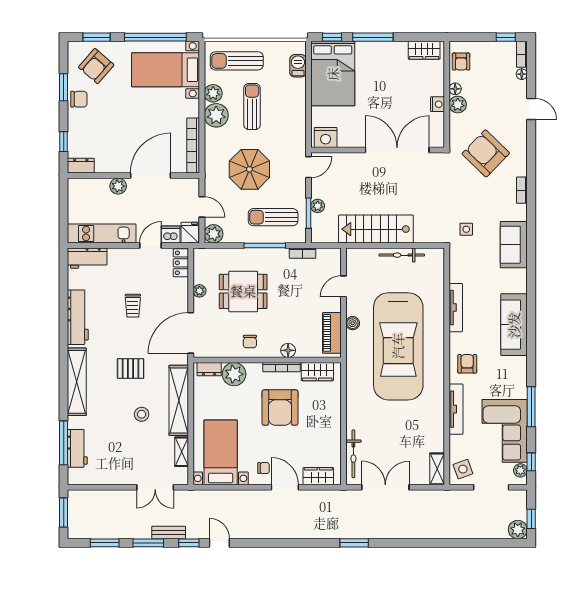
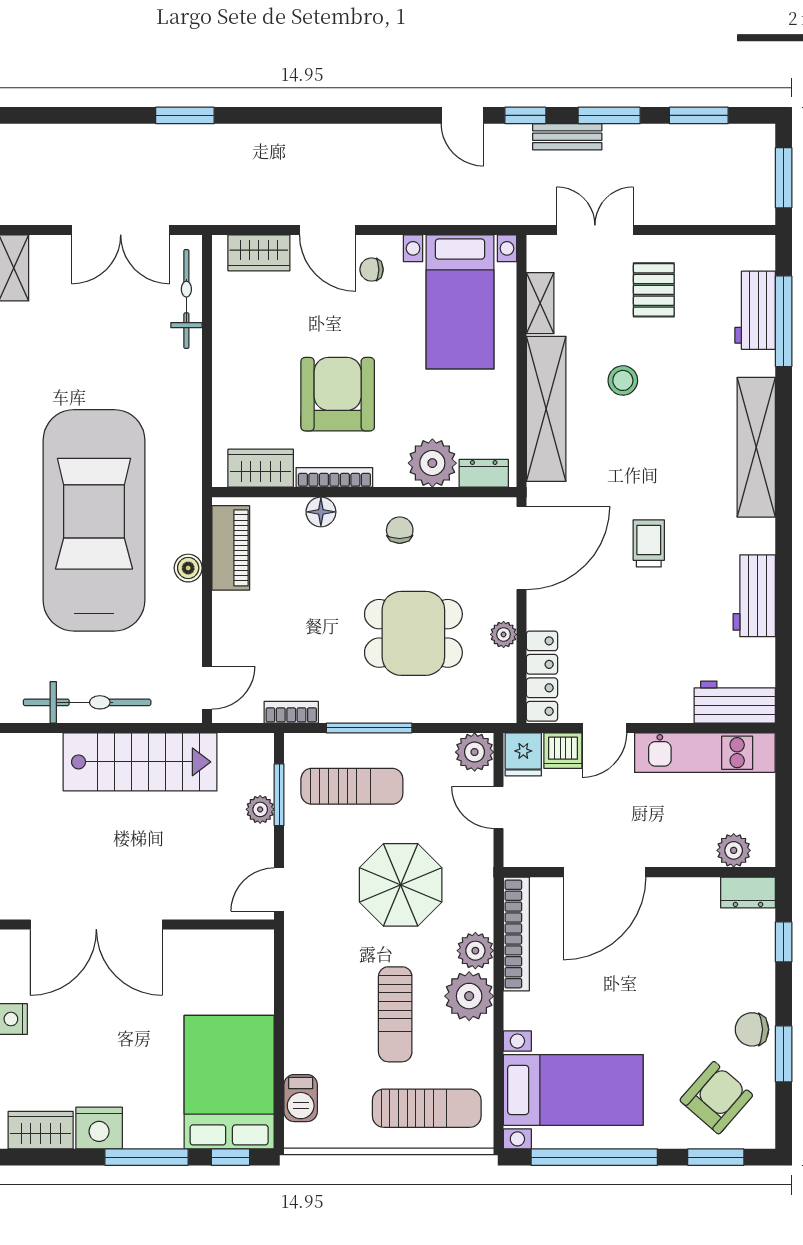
plant: (213, 93) -> (475, 951), moved
nightstand: (326, 138) -> (99, 1128), moved, turned 180
plant: (118, 186) -> (734, 850), moved
bicycle: (402, 255) -> (87, 702), width x1.37, depth x1.40
locker: (181, 263) -> (542, 676), width x1.53
door: (343, 286) -> (207, 688), moved
trolley: (133, 306) -> (649, 543), moved
workbench: (78, 317) -> (754, 596), width x0.73
pallet: (131, 368) -> (654, 290), moved, turned 90

